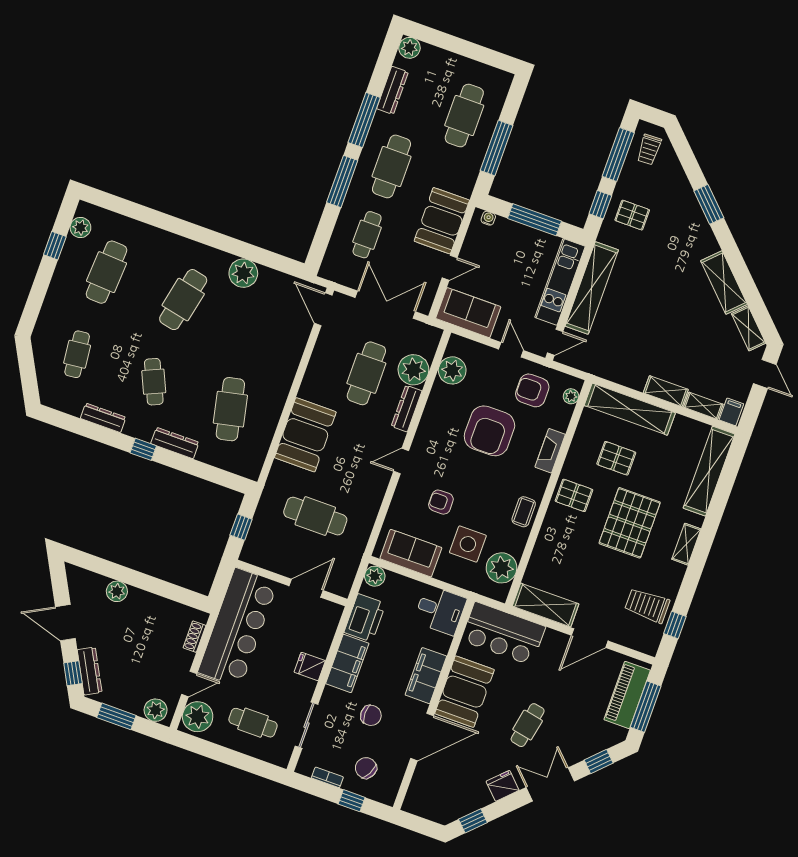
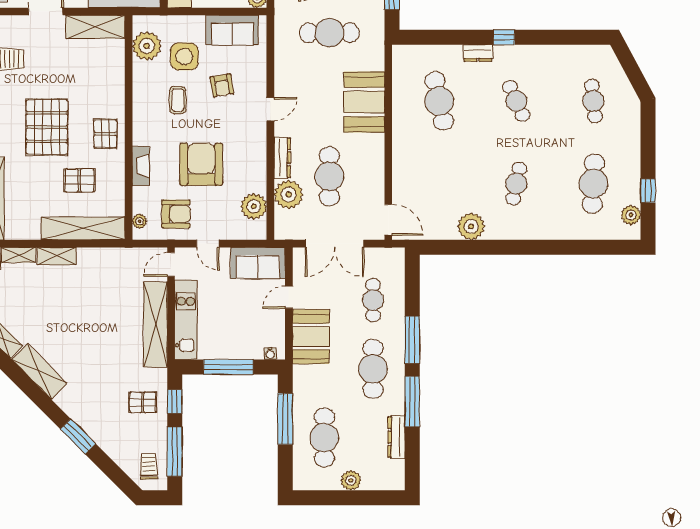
plant: (409, 48) -> (351, 480), moved
cafe table: (183, 300) -> (516, 184), width x0.73, depth x0.74
dresser: (103, 418) -> (550, 53), removed
dresser: (175, 443) -> (478, 53), width x0.70
pallet: (574, 495) -> (105, 134), turned 90
armchair: (441, 502) -> (222, 85), turned 80
coffee table: (524, 512) -> (178, 100), moved

